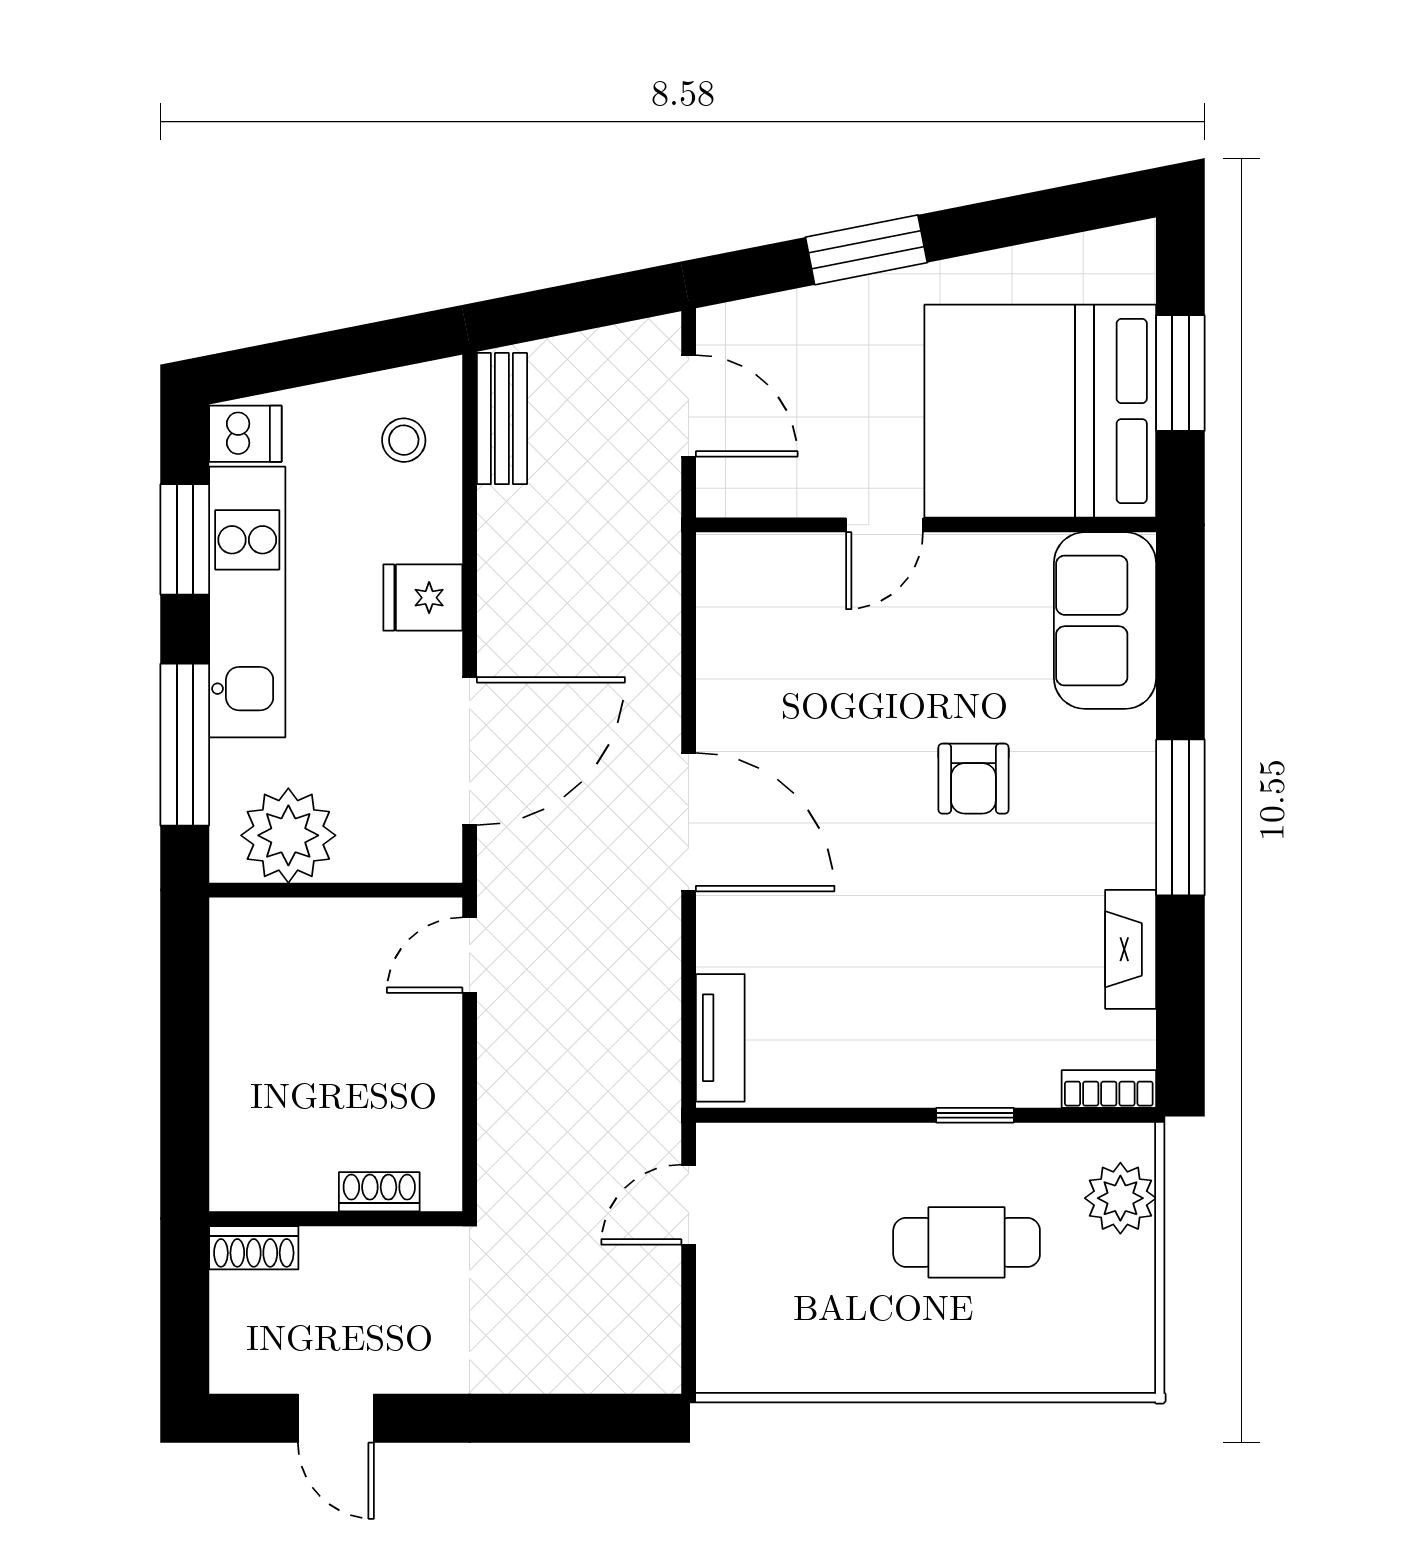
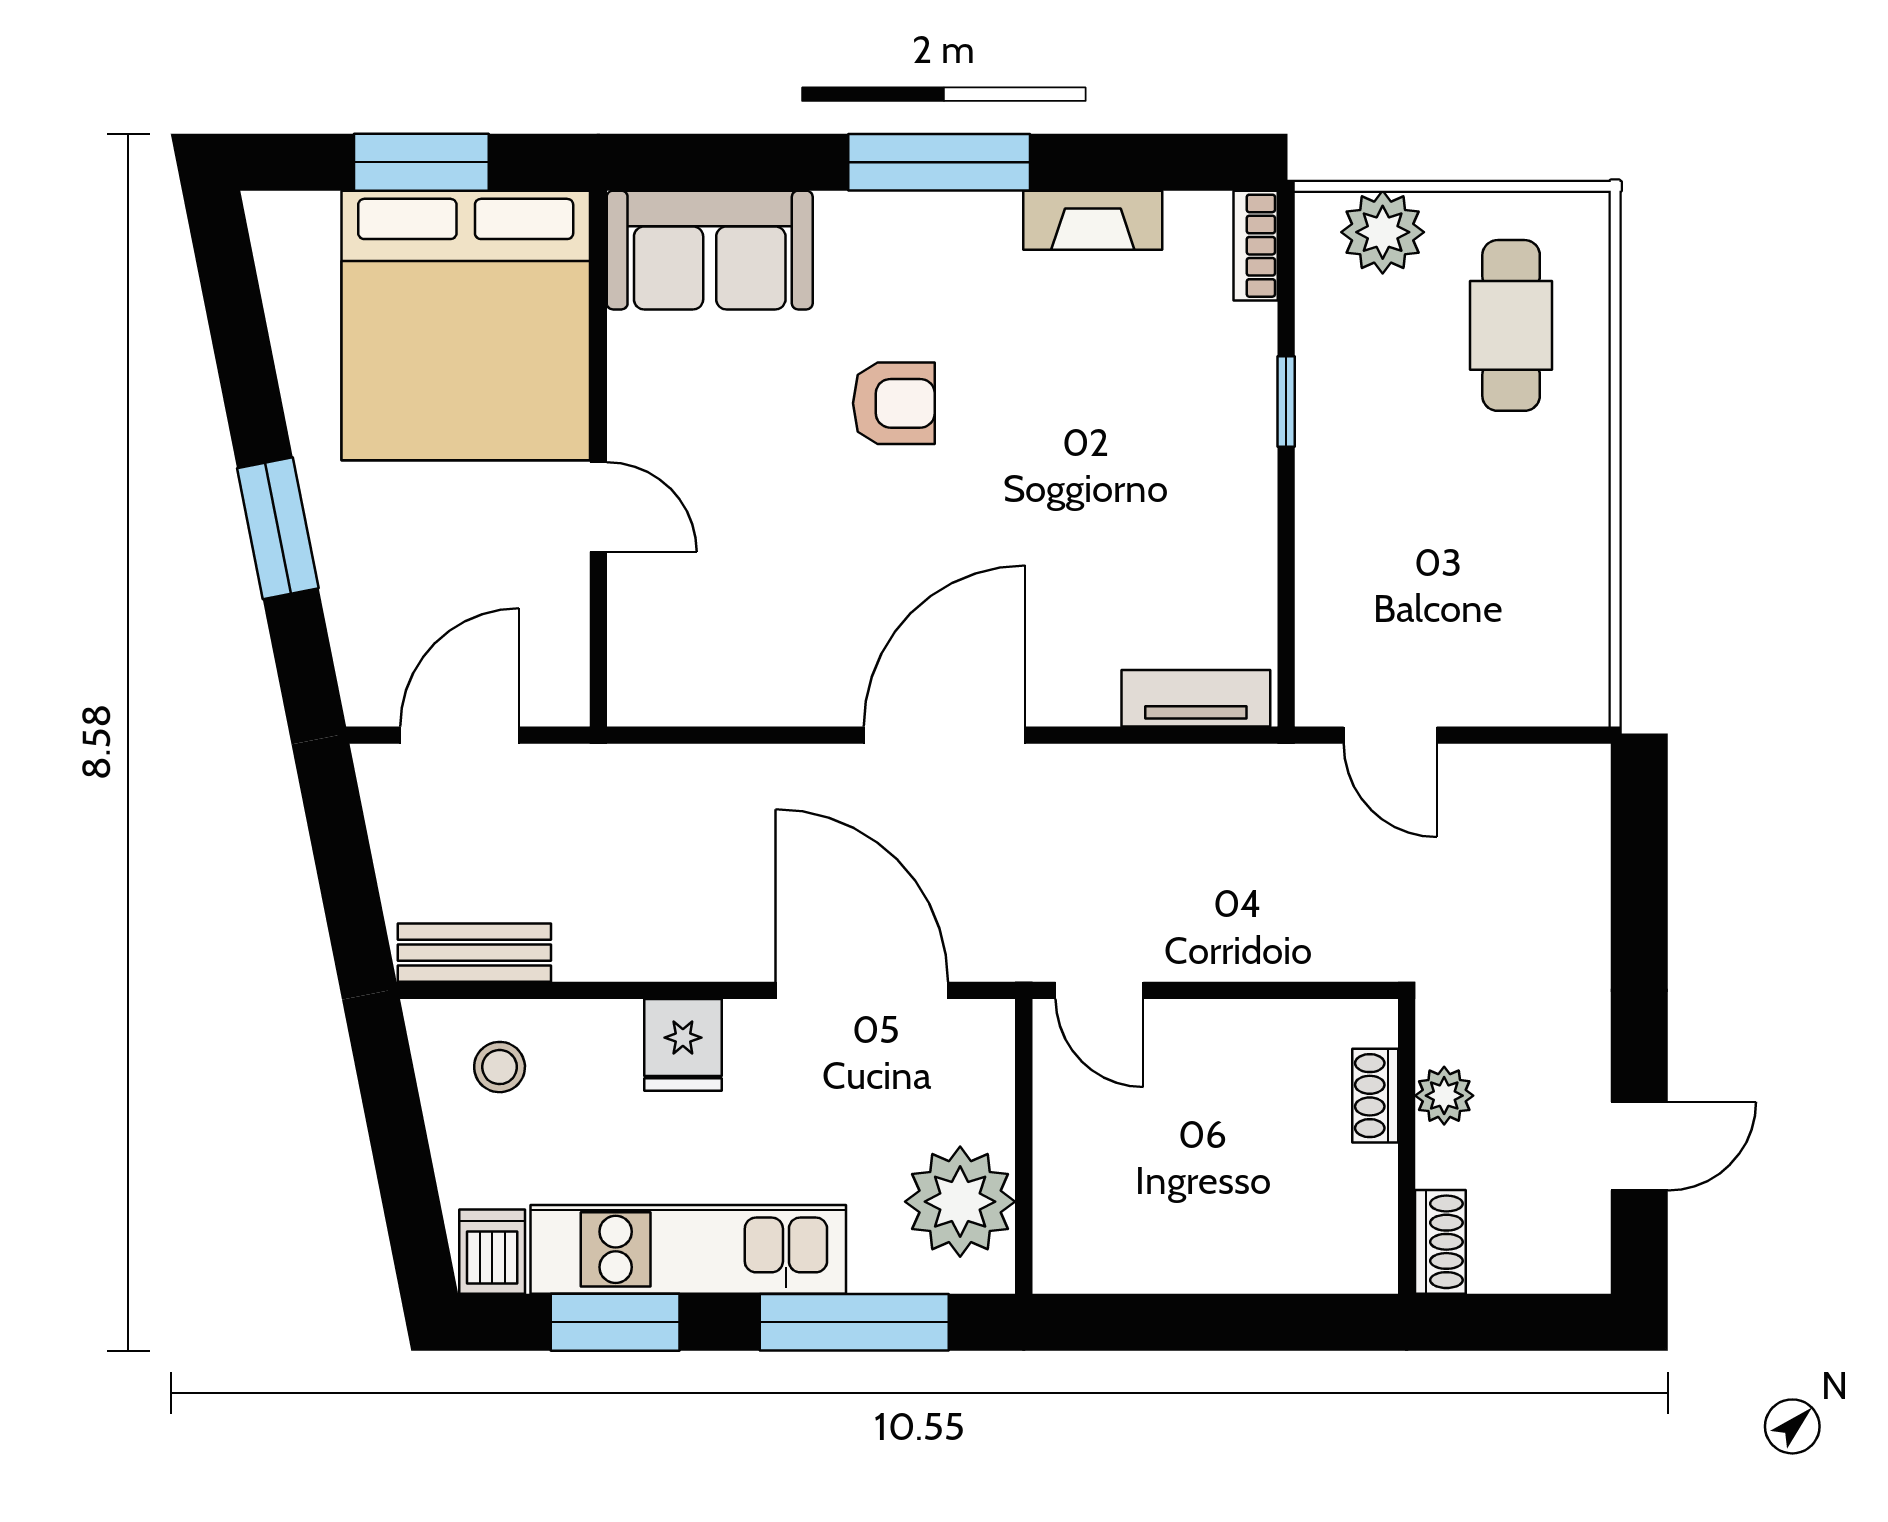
cafe table: (967, 1242) -> (1511, 325), moved
plant: (379, 1251) -> (1444, 1096), added

